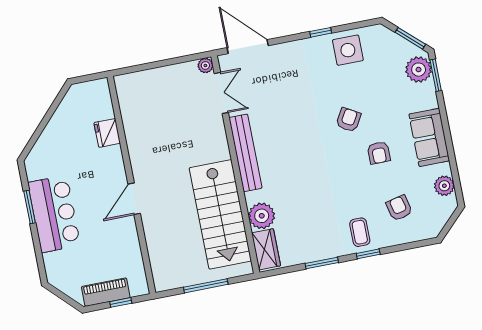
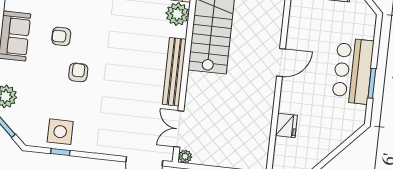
window: (321, 32) -> (60, 152), moved
armchair: (348, 120) -> (78, 72), turned 150
armchair: (379, 153) -> (61, 36), turned -90

